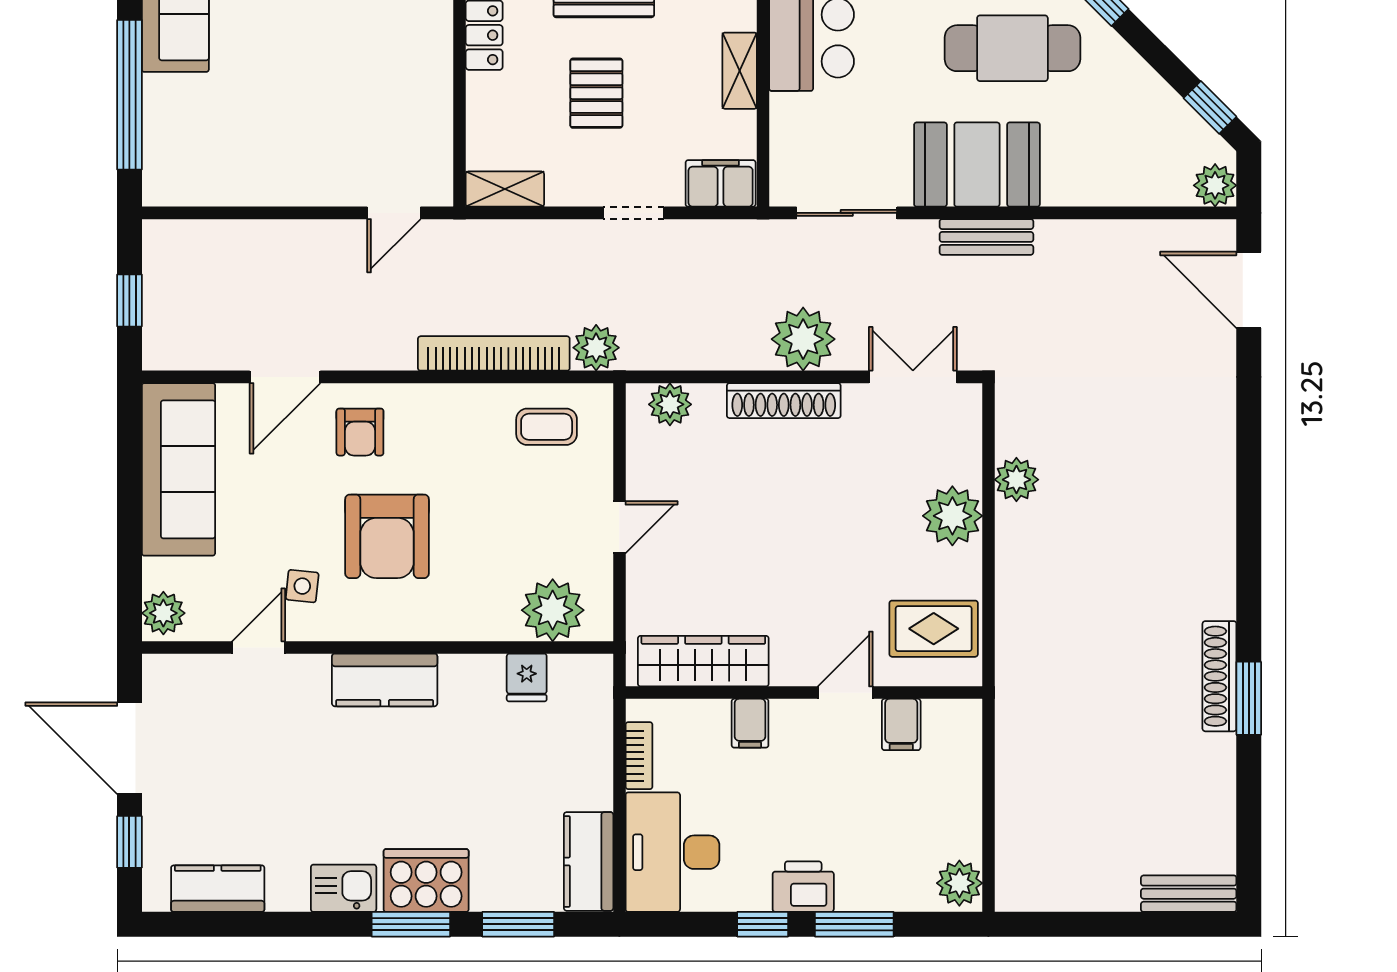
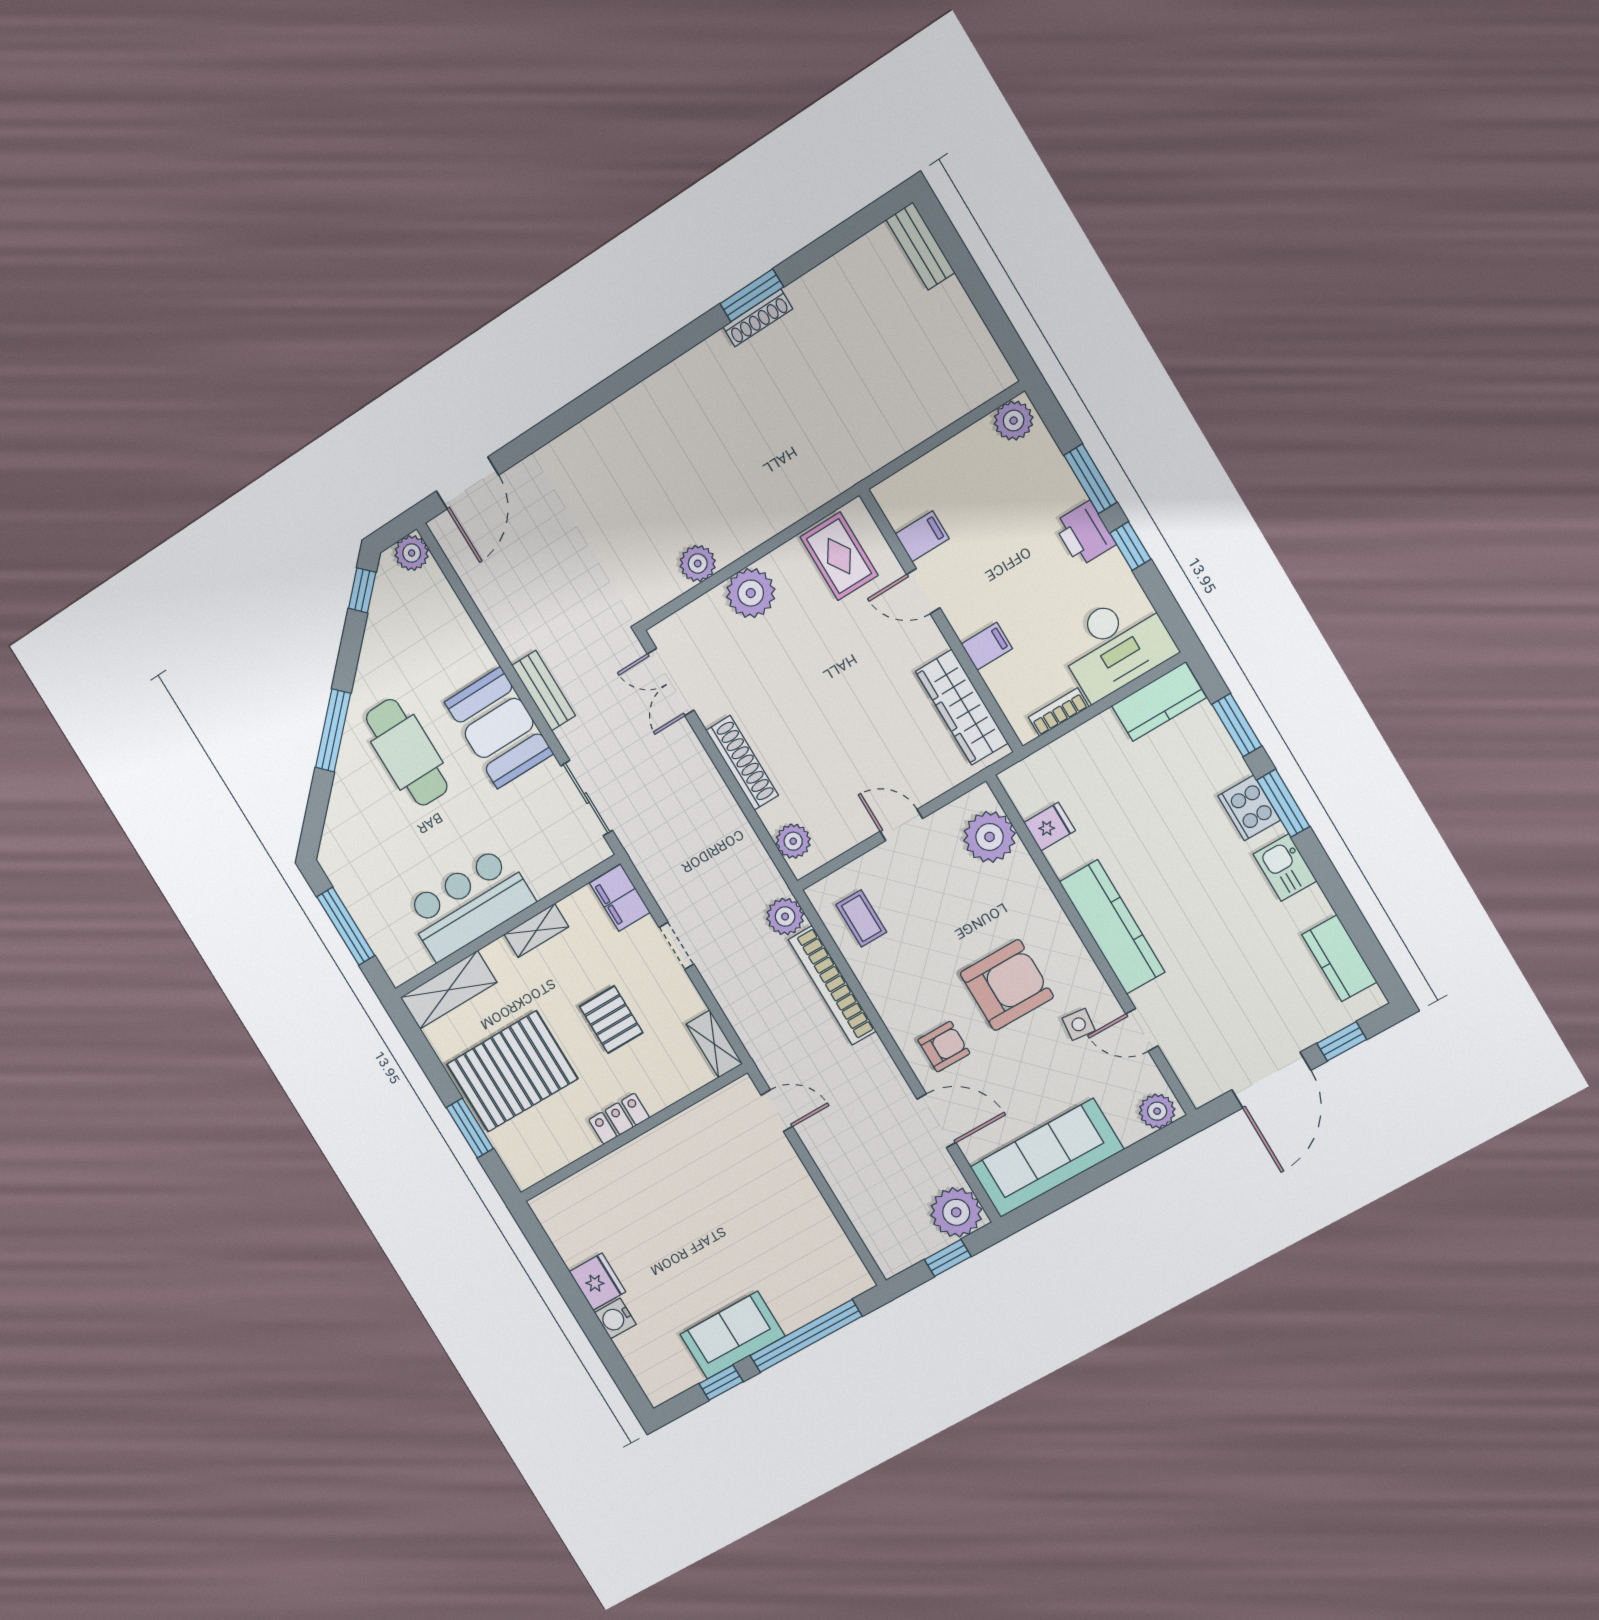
pallet: (596, 93) -> (611, 1020), turned 90
plant: (803, 339) -> (956, 1212), moved
shoe rack: (1219, 676) -> (758, 318), width x0.74, depth x0.81
kitchen counter: (385, 680) -> (1112, 927), width x1.50
cooker: (426, 880) -> (1249, 808), width x0.73, depth x0.76

